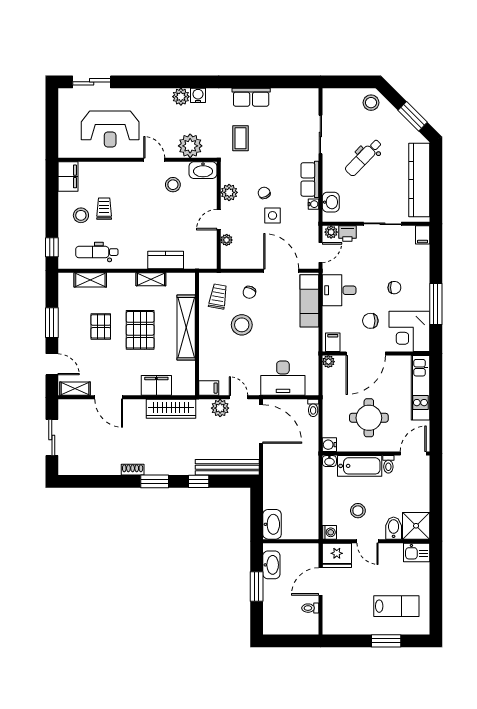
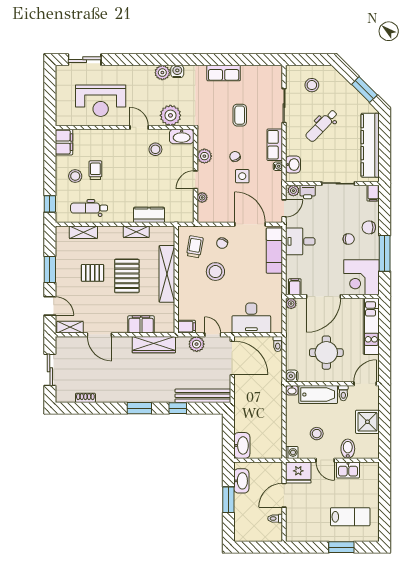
stool: (371, 103) -> (312, 85), moved
coffee table: (240, 138) -> (240, 115), moved
chair: (370, 321) -> (369, 227), moved
pallet: (101, 326) -> (93, 273), turned 90
shoe rack: (133, 470) -> (85, 398), moved
shower: (416, 526) -> (367, 422), moved
kitchen sink: (417, 552) -> (348, 470), moved

